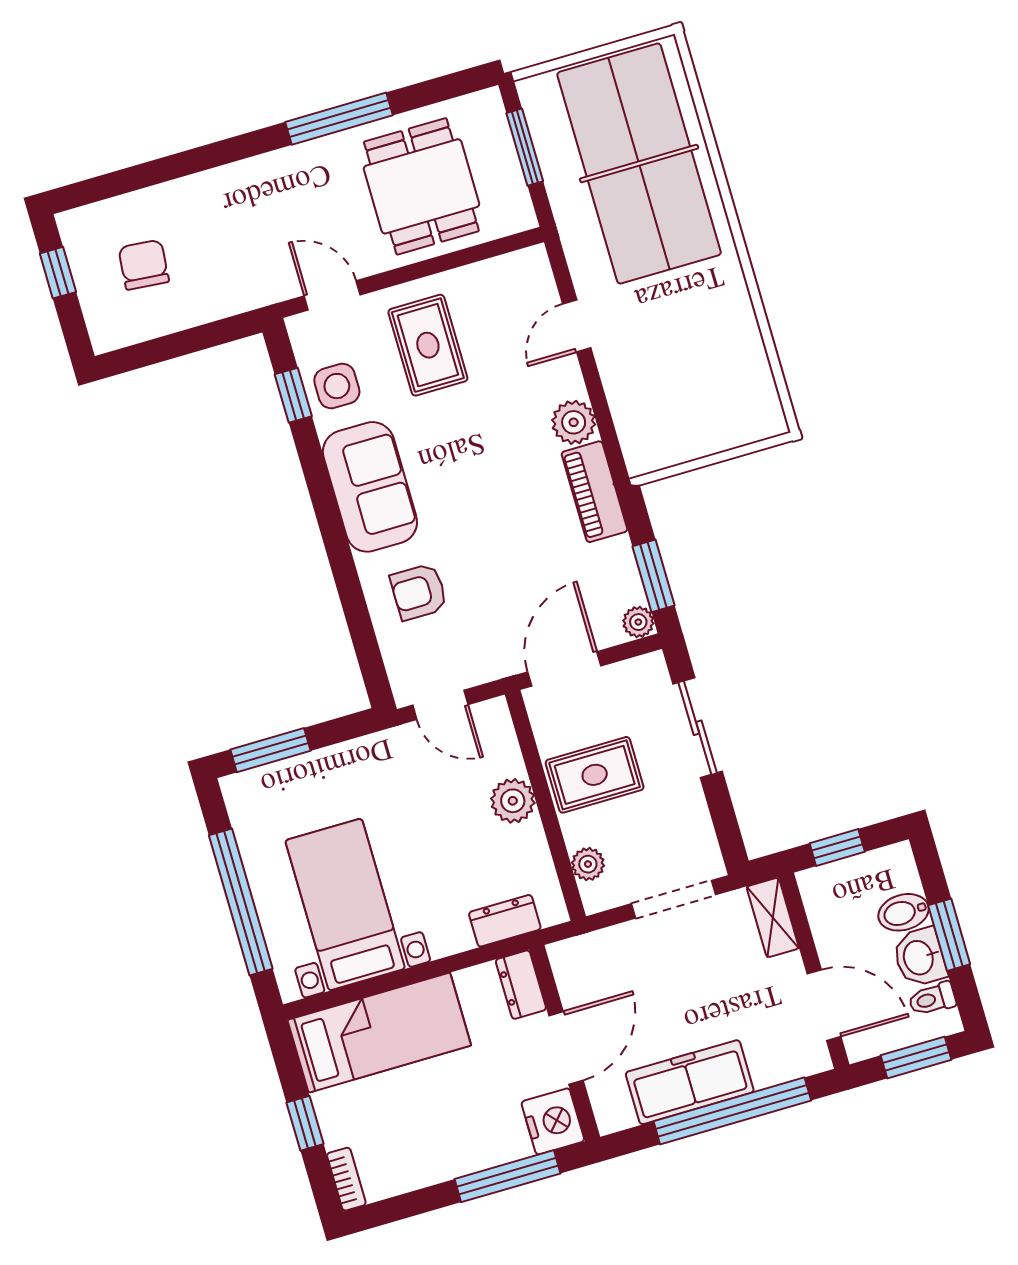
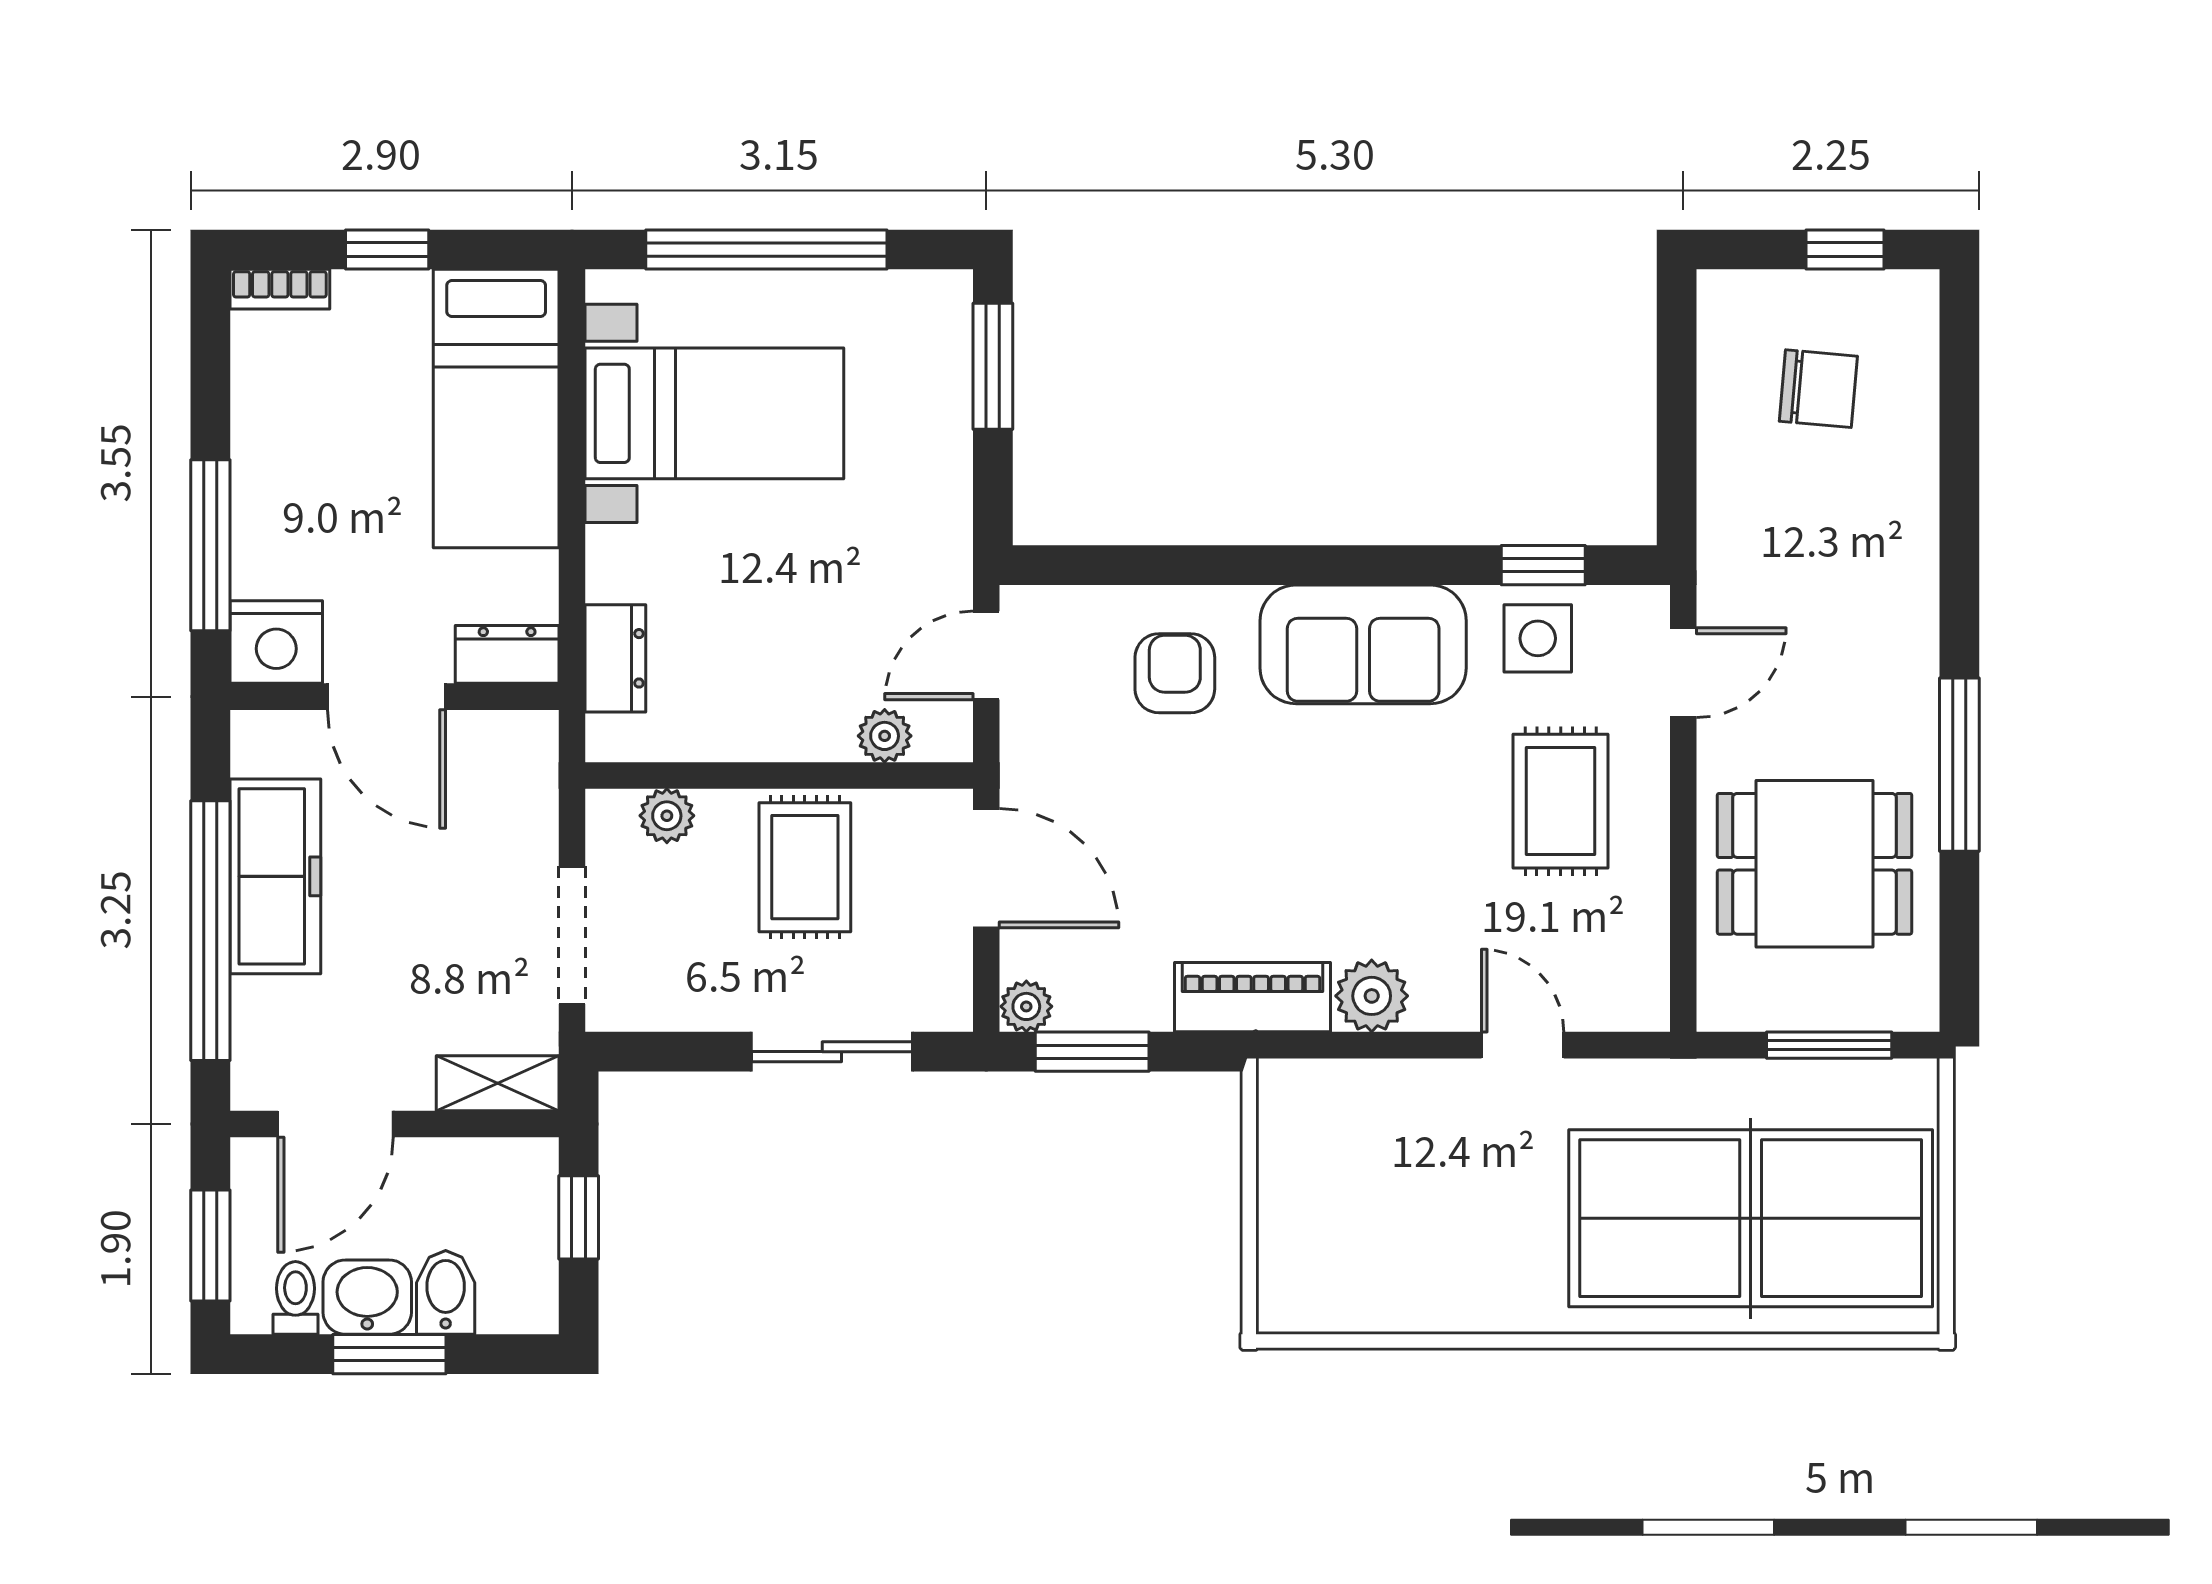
rug: (428, 345) -> (1561, 801), turned 90
plant: (513, 801) -> (885, 736), moved, width x0.73, depth x0.73

